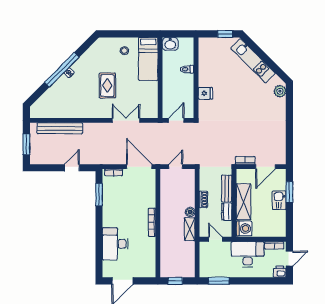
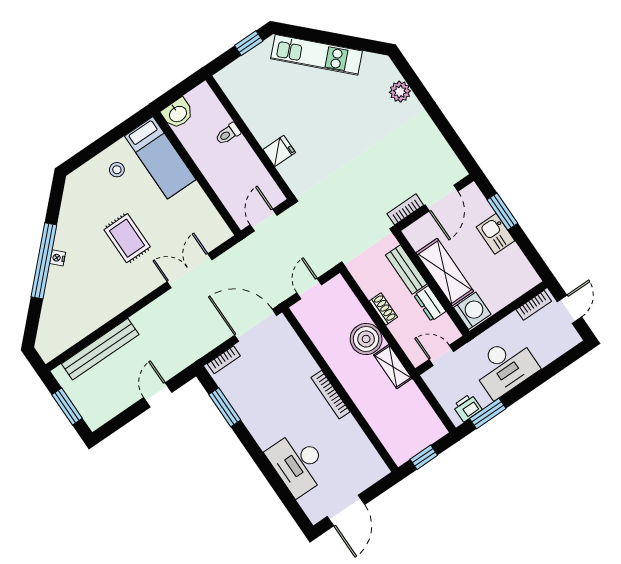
plant: (280, 91) -> (400, 92), moved
boiler: (190, 212) -> (366, 339), width x1.86, depth x1.86
desk: (248, 254) -> (505, 367), moved, turned 180
printer: (280, 272) -> (467, 408), moved

